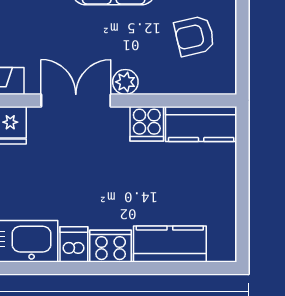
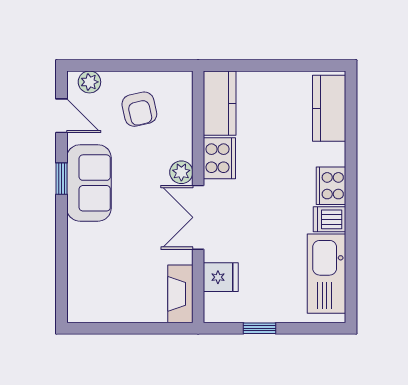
cooker: (147, 124) -> (219, 158), width x1.36
kitchen counter: (170, 244) -> (329, 108), moved

